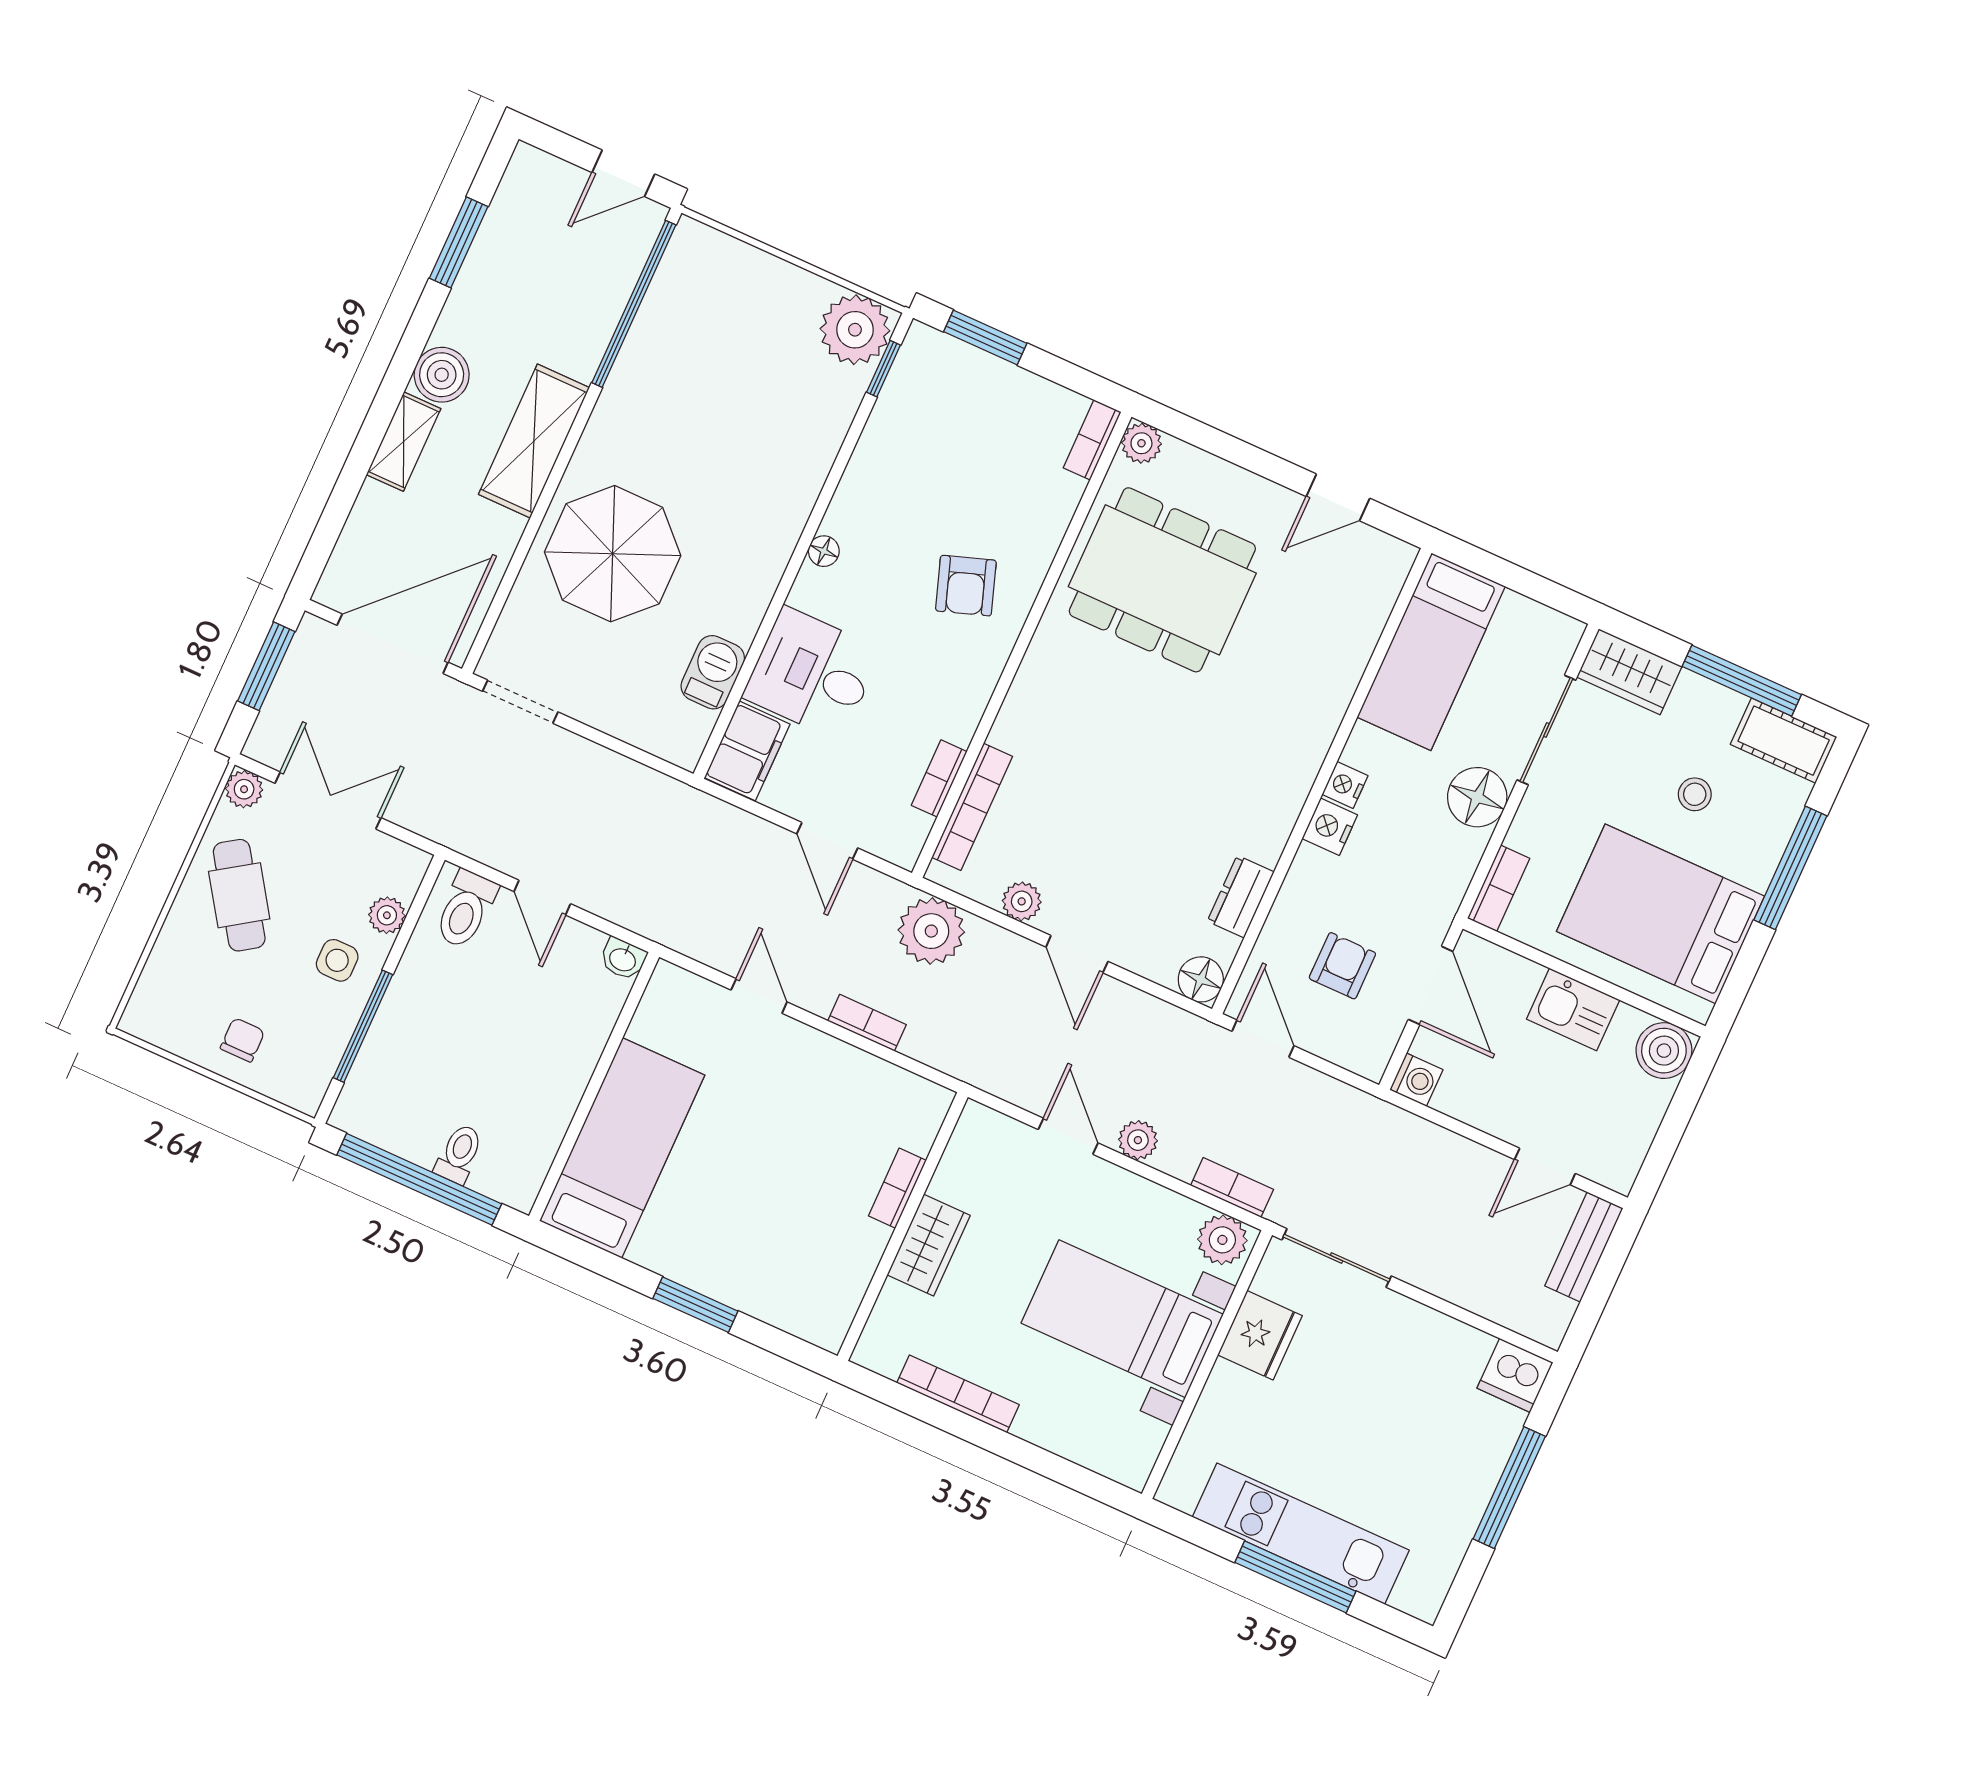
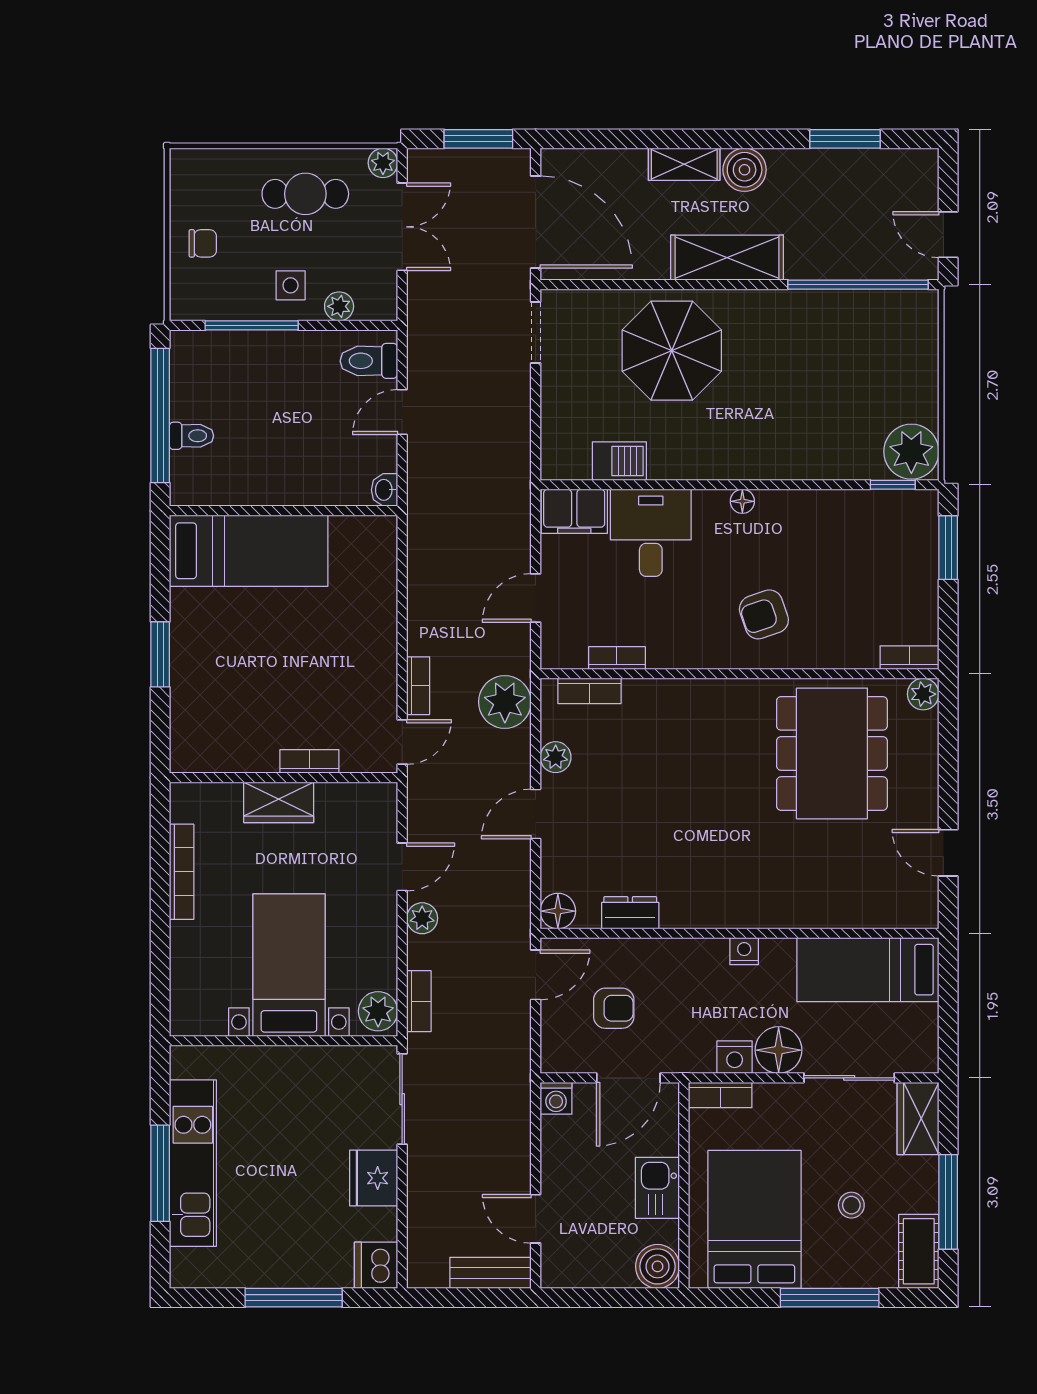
bookcase: (972, 807) -> (589, 691), width x0.64
nightstand: (1330, 827) -> (735, 1057), moved, turned 180
cafe table: (239, 895) -> (305, 194), turned 34
door: (759, 996) -> (402, 742), moved
fridge: (1260, 1335) -> (374, 1178), moved, turned 90

